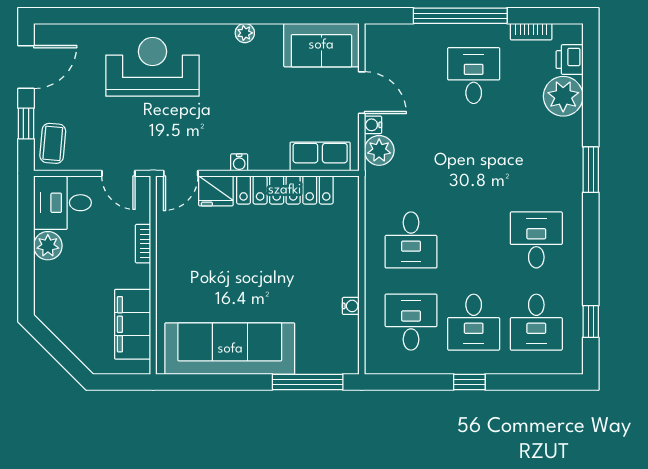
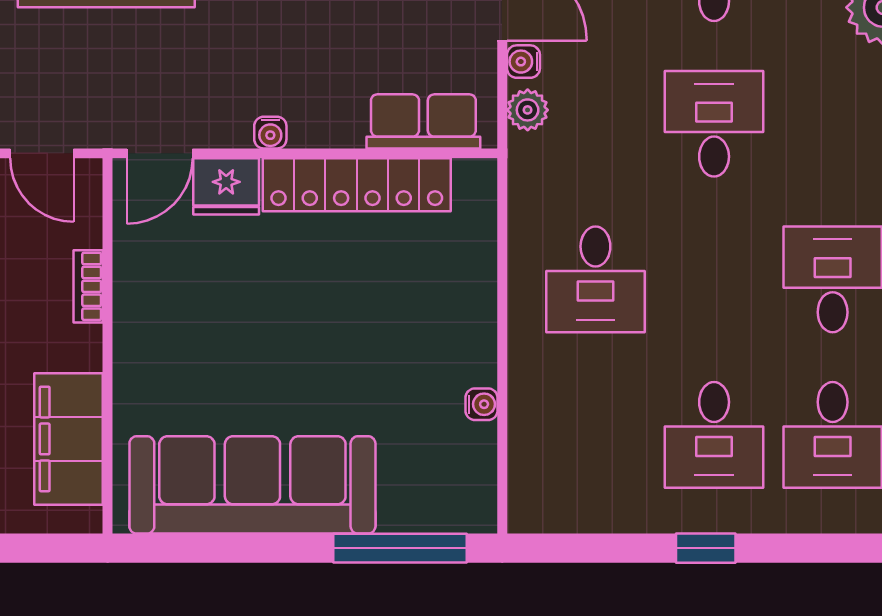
plant: (379, 150) -> (528, 110), width x0.73, depth x0.73
desk: (411, 322) -> (714, 124), moved

